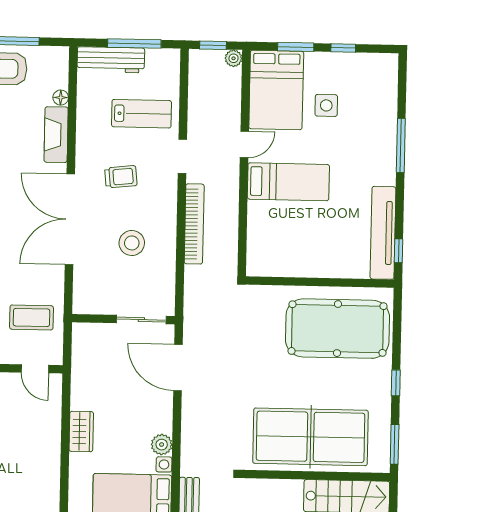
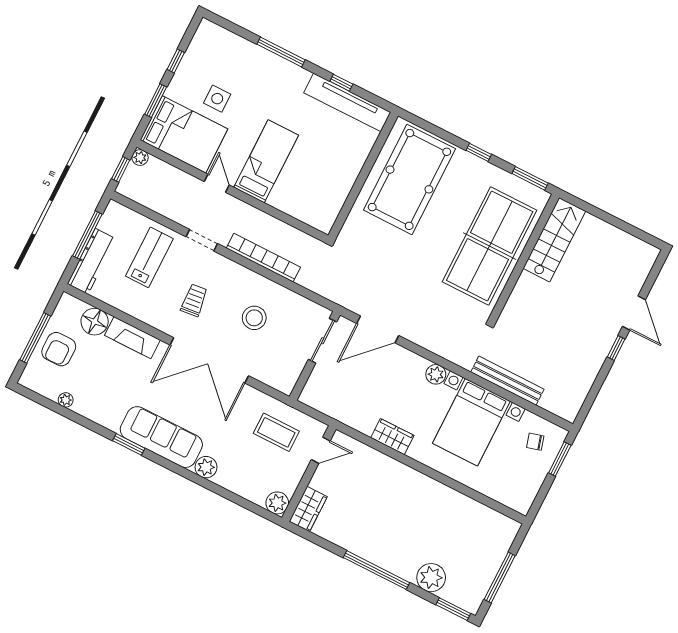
floor lamp: (61, 98) -> (95, 322), width x1.89, depth x1.89
window: (399, 251) -> (341, 83), moved
coffee table: (31, 317) -> (276, 432), turned 90

